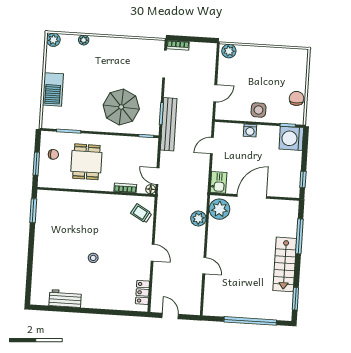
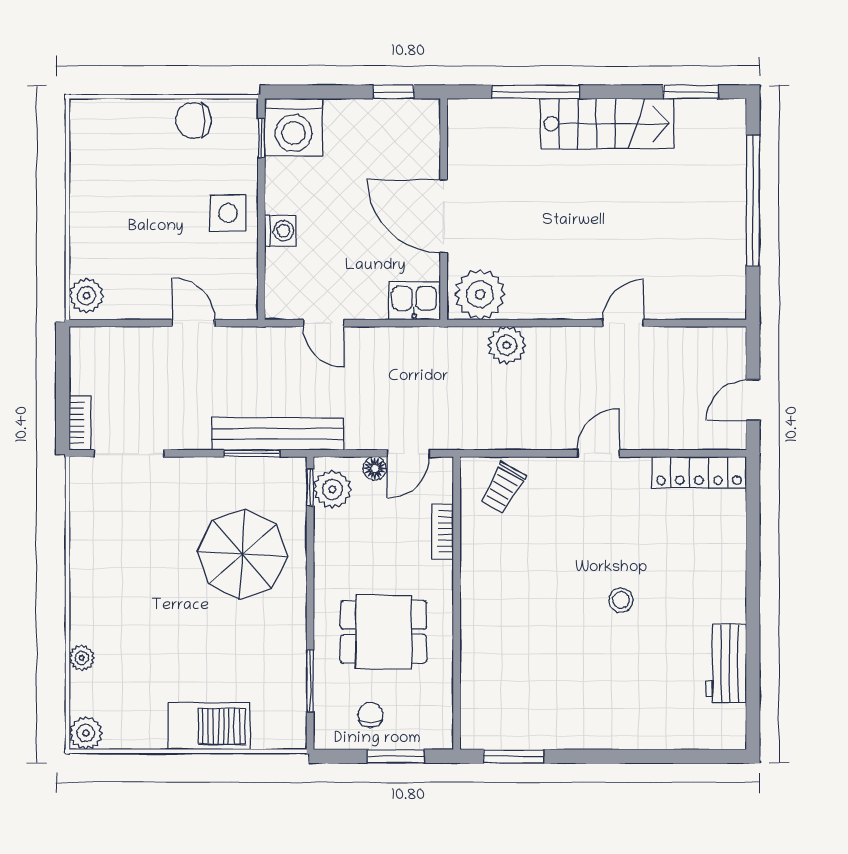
plant: (145, 145) -> (332, 489), added
floor lamp: (151, 189) -> (375, 468), moved
locker: (142, 292) -> (699, 472), width x1.53

